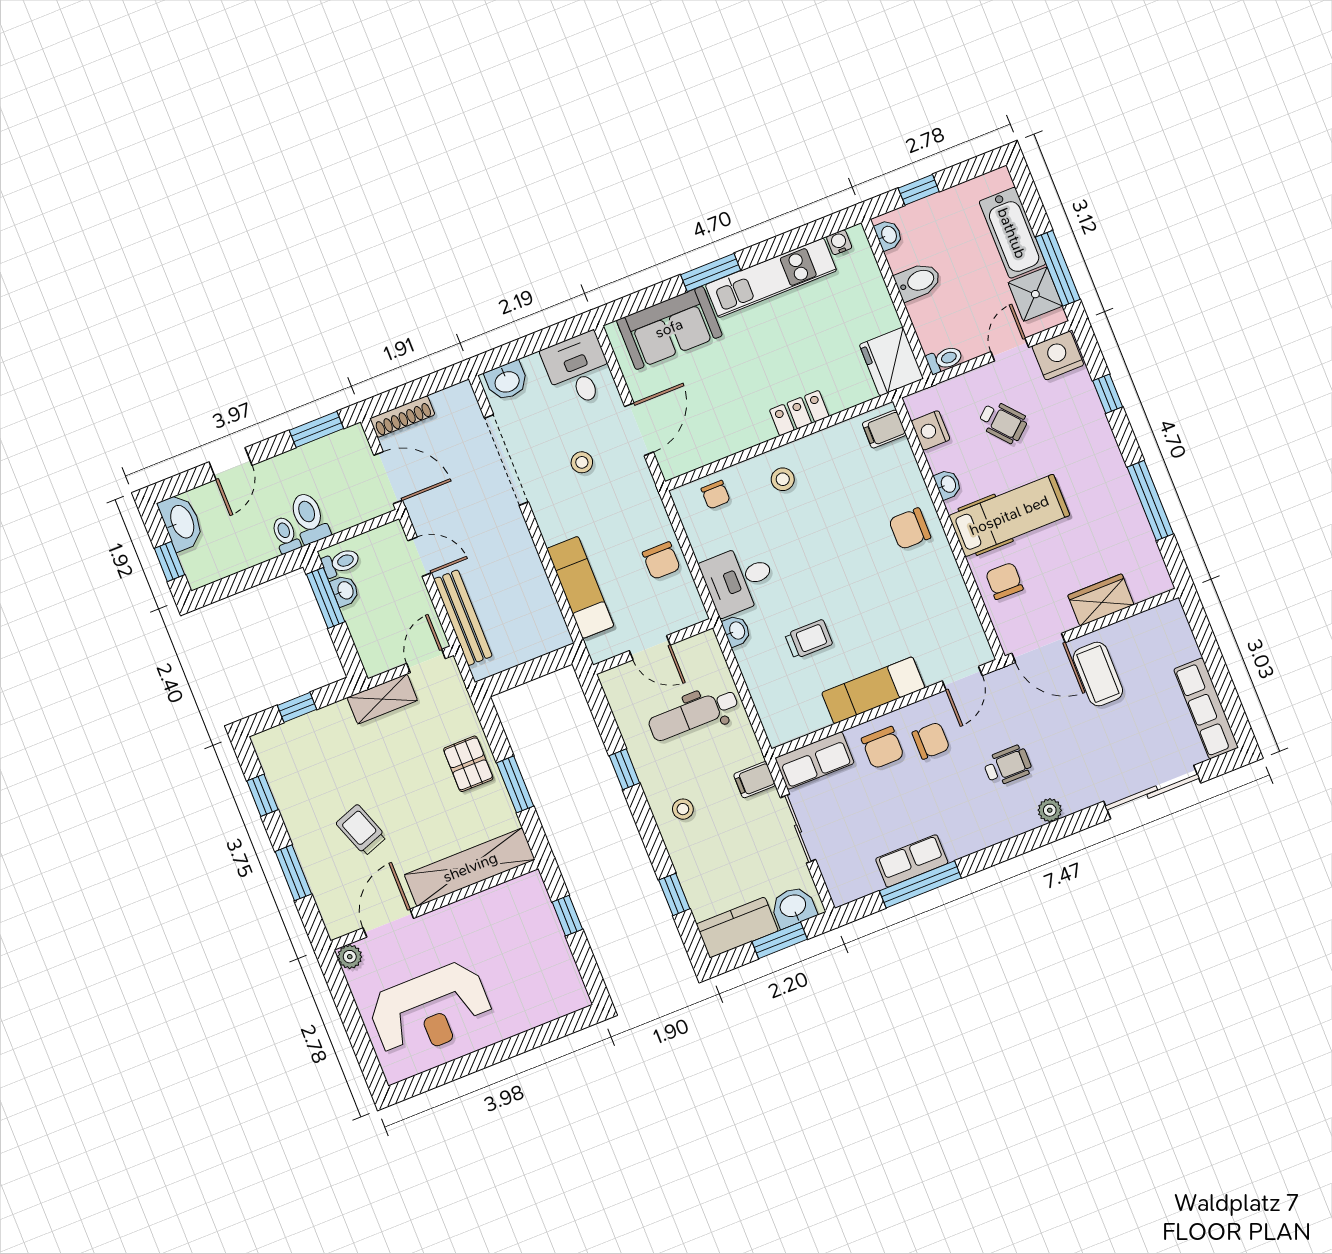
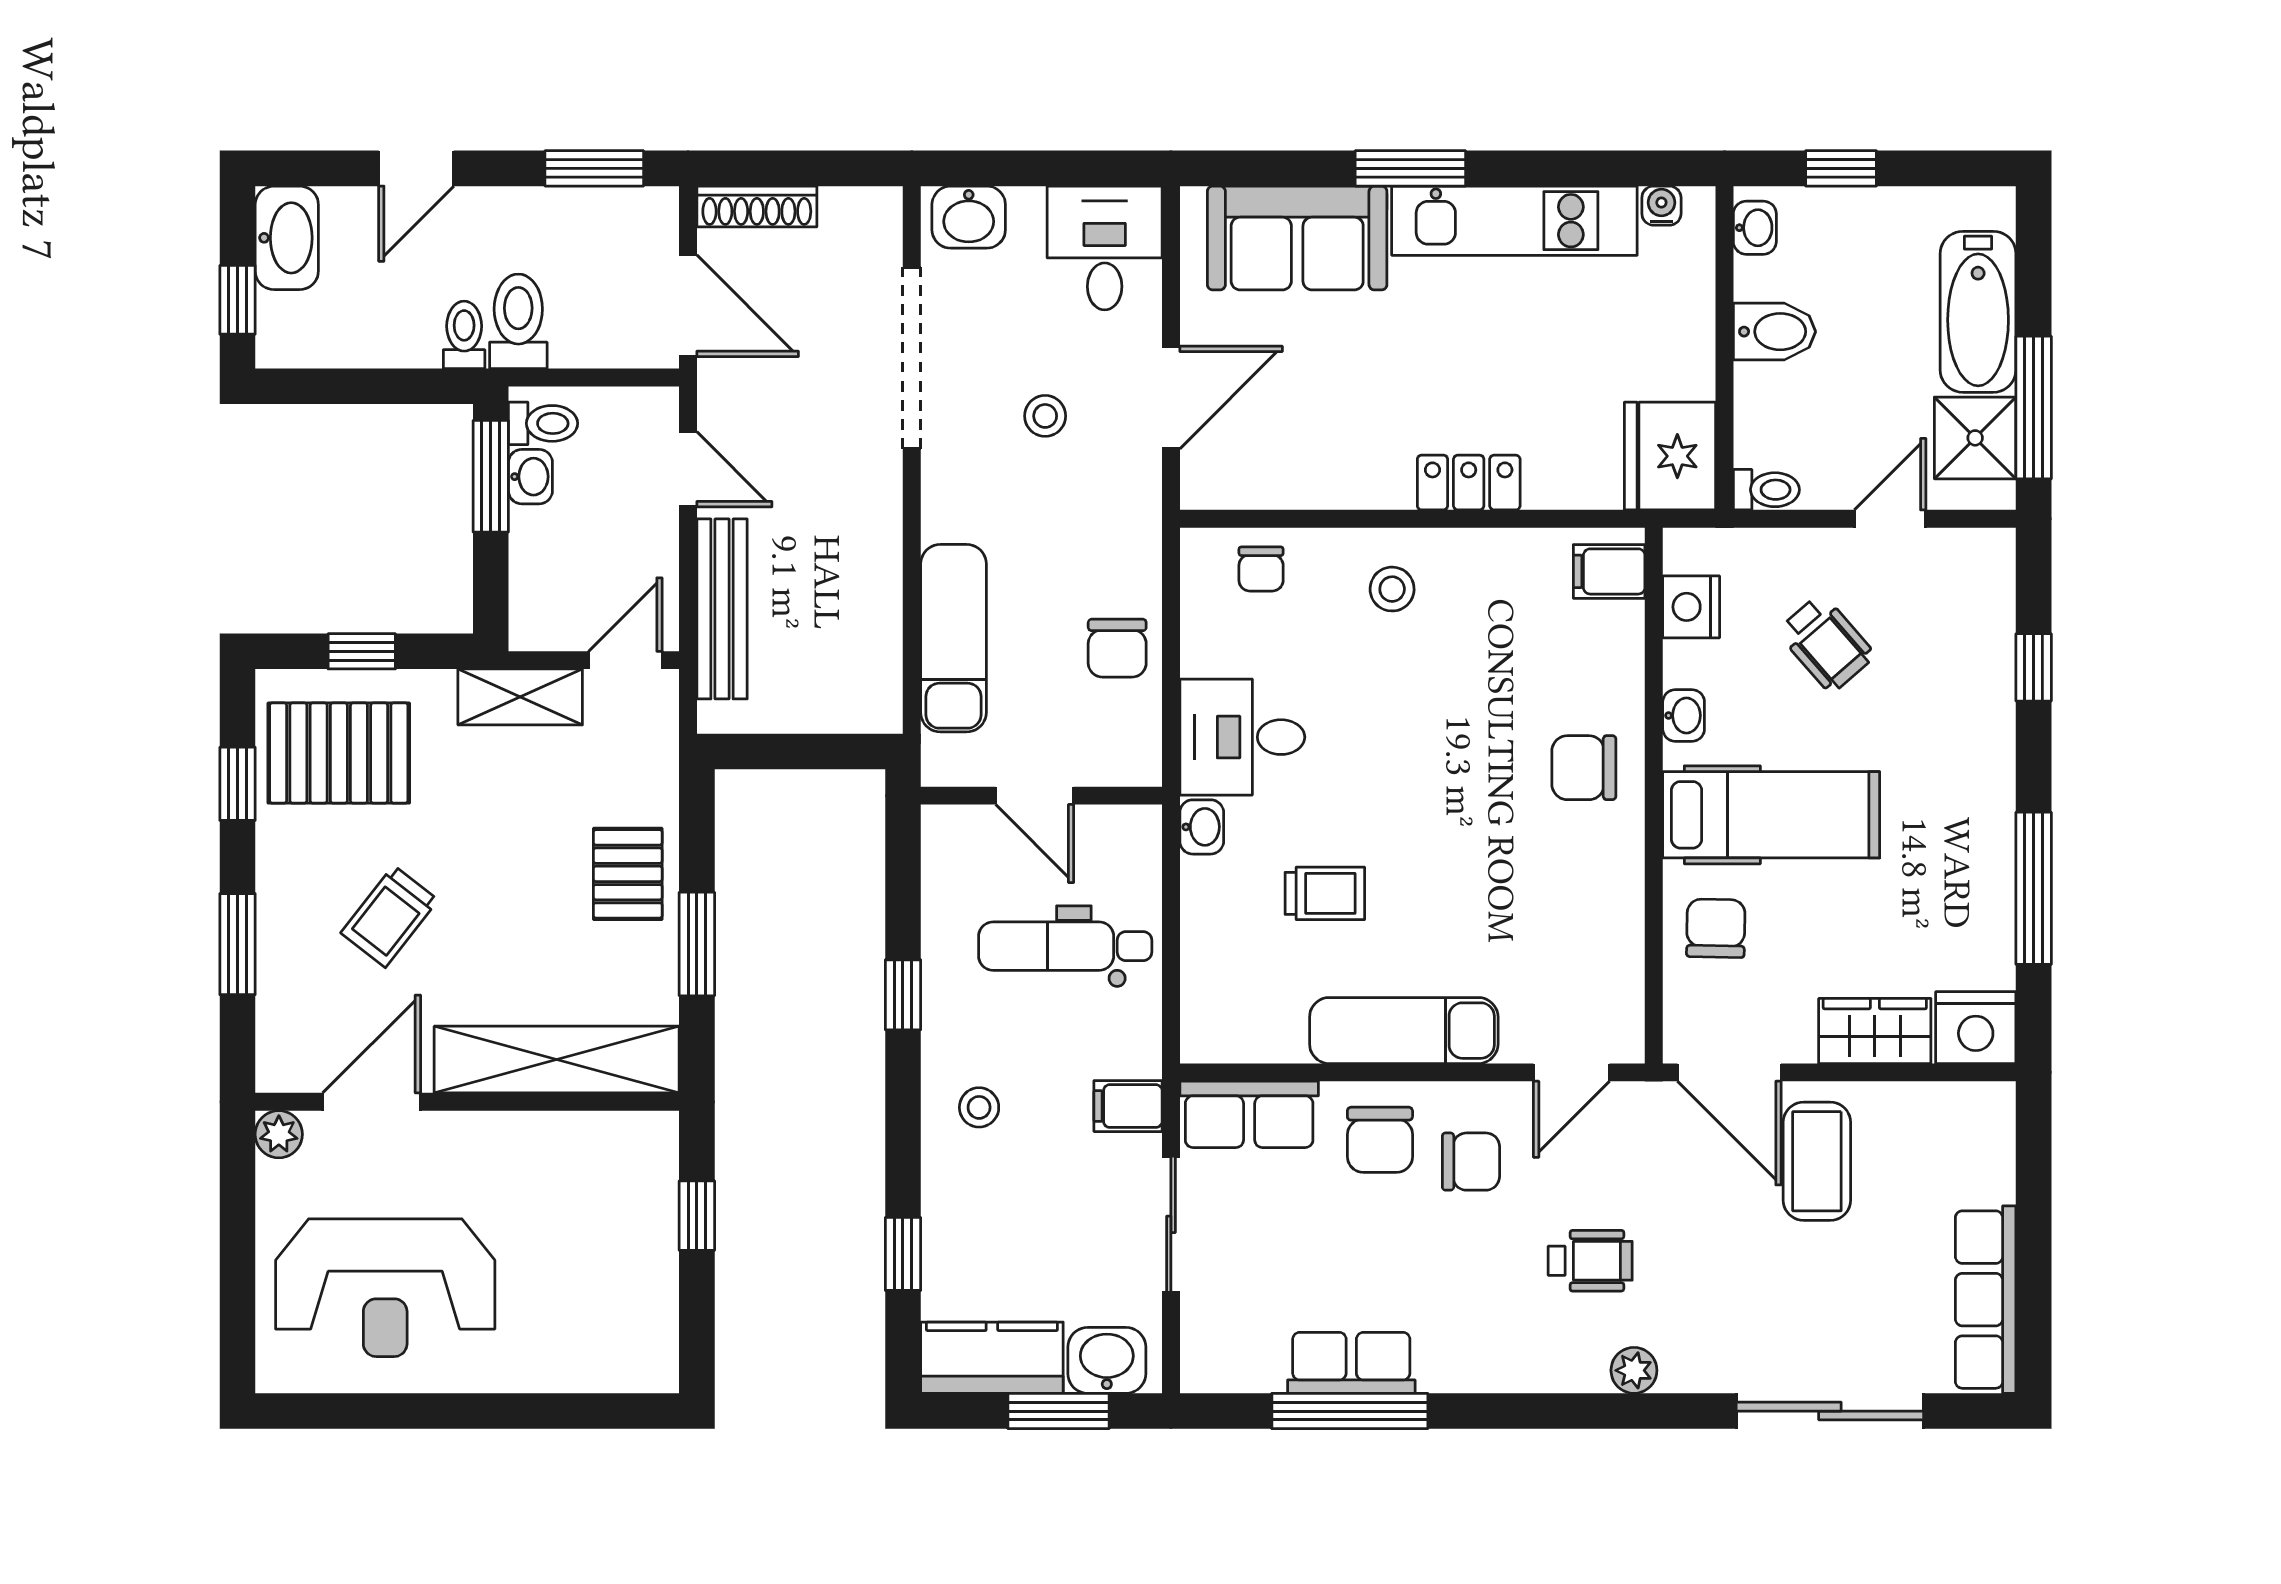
nightstand: (1058, 356) -> (1976, 1028), moved, turned 180
pallet: (305, 761) -> (339, 753), added
trolley: (361, 830) -> (389, 916), turned -122

